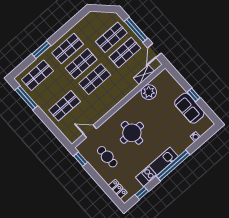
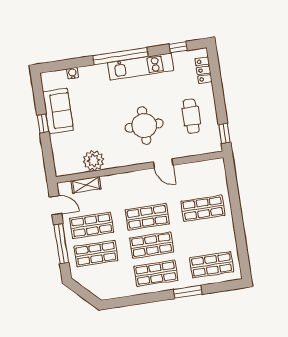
door: (154, 50) -> (55, 205), hinge flipped
window: (26, 98) -> (242, 247), removed
door: (90, 131) -> (163, 164), moved

